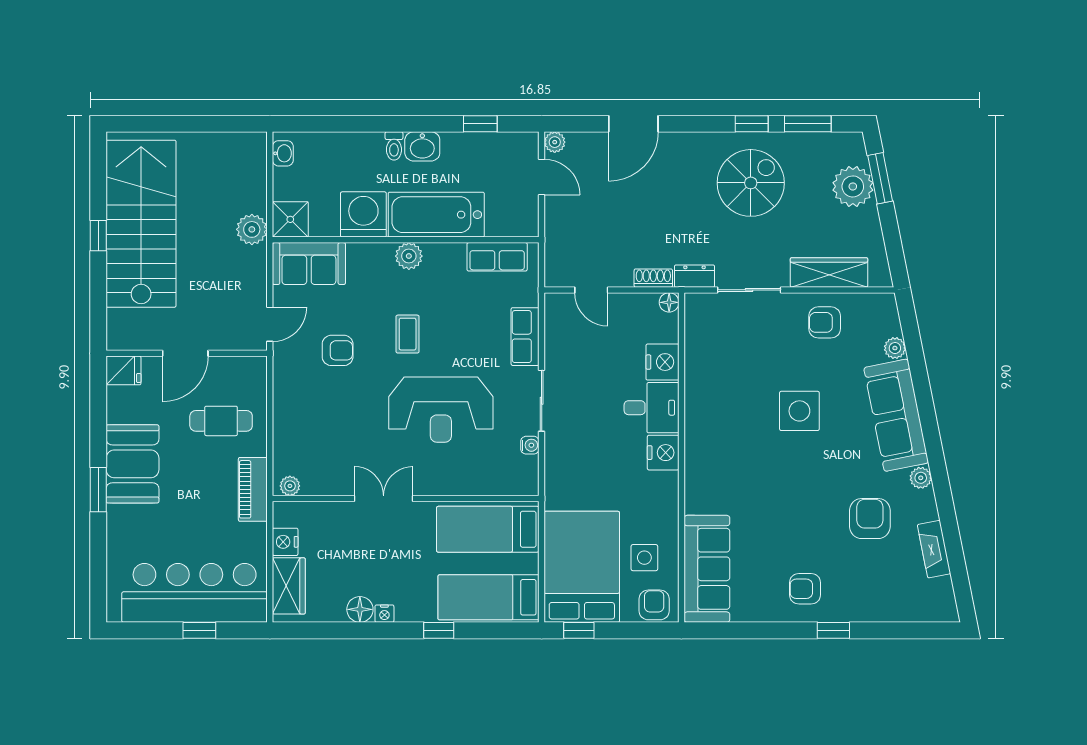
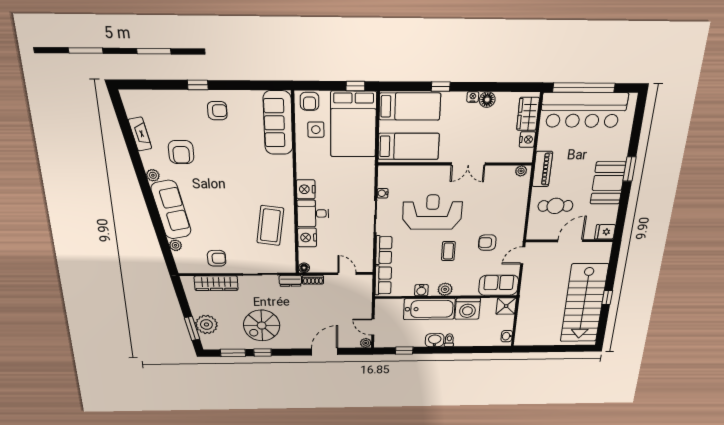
plant: (252, 229) -> (527, 301), removed
water cooler: (453, 254) -> (421, 290), added
row of seats: (497, 257) -> (383, 280), moved, turned 90
coffee table: (727, 385) -> (270, 226), added
side table: (799, 411) -> (228, 212), removed
window: (199, 630) -> (584, 88), width x3.17

